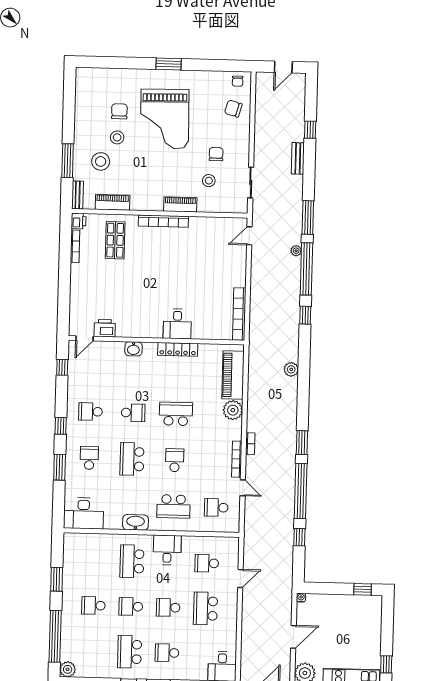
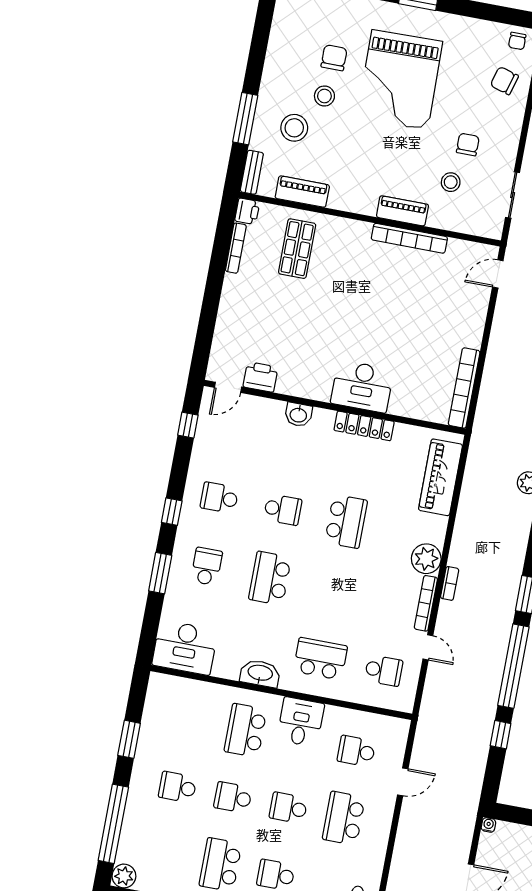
bookcase: (163, 221) -> (409, 238), moved
desk: (177, 324) -> (362, 386), width x1.37
plant: (233, 410) -> (426, 559), moved
school desk: (176, 414) -> (346, 521), turned 90
school desk: (175, 460) -> (333, 590), removed
school desk: (173, 506) -> (320, 659), turned 180
school desk: (216, 508) -> (384, 671), turned 180

